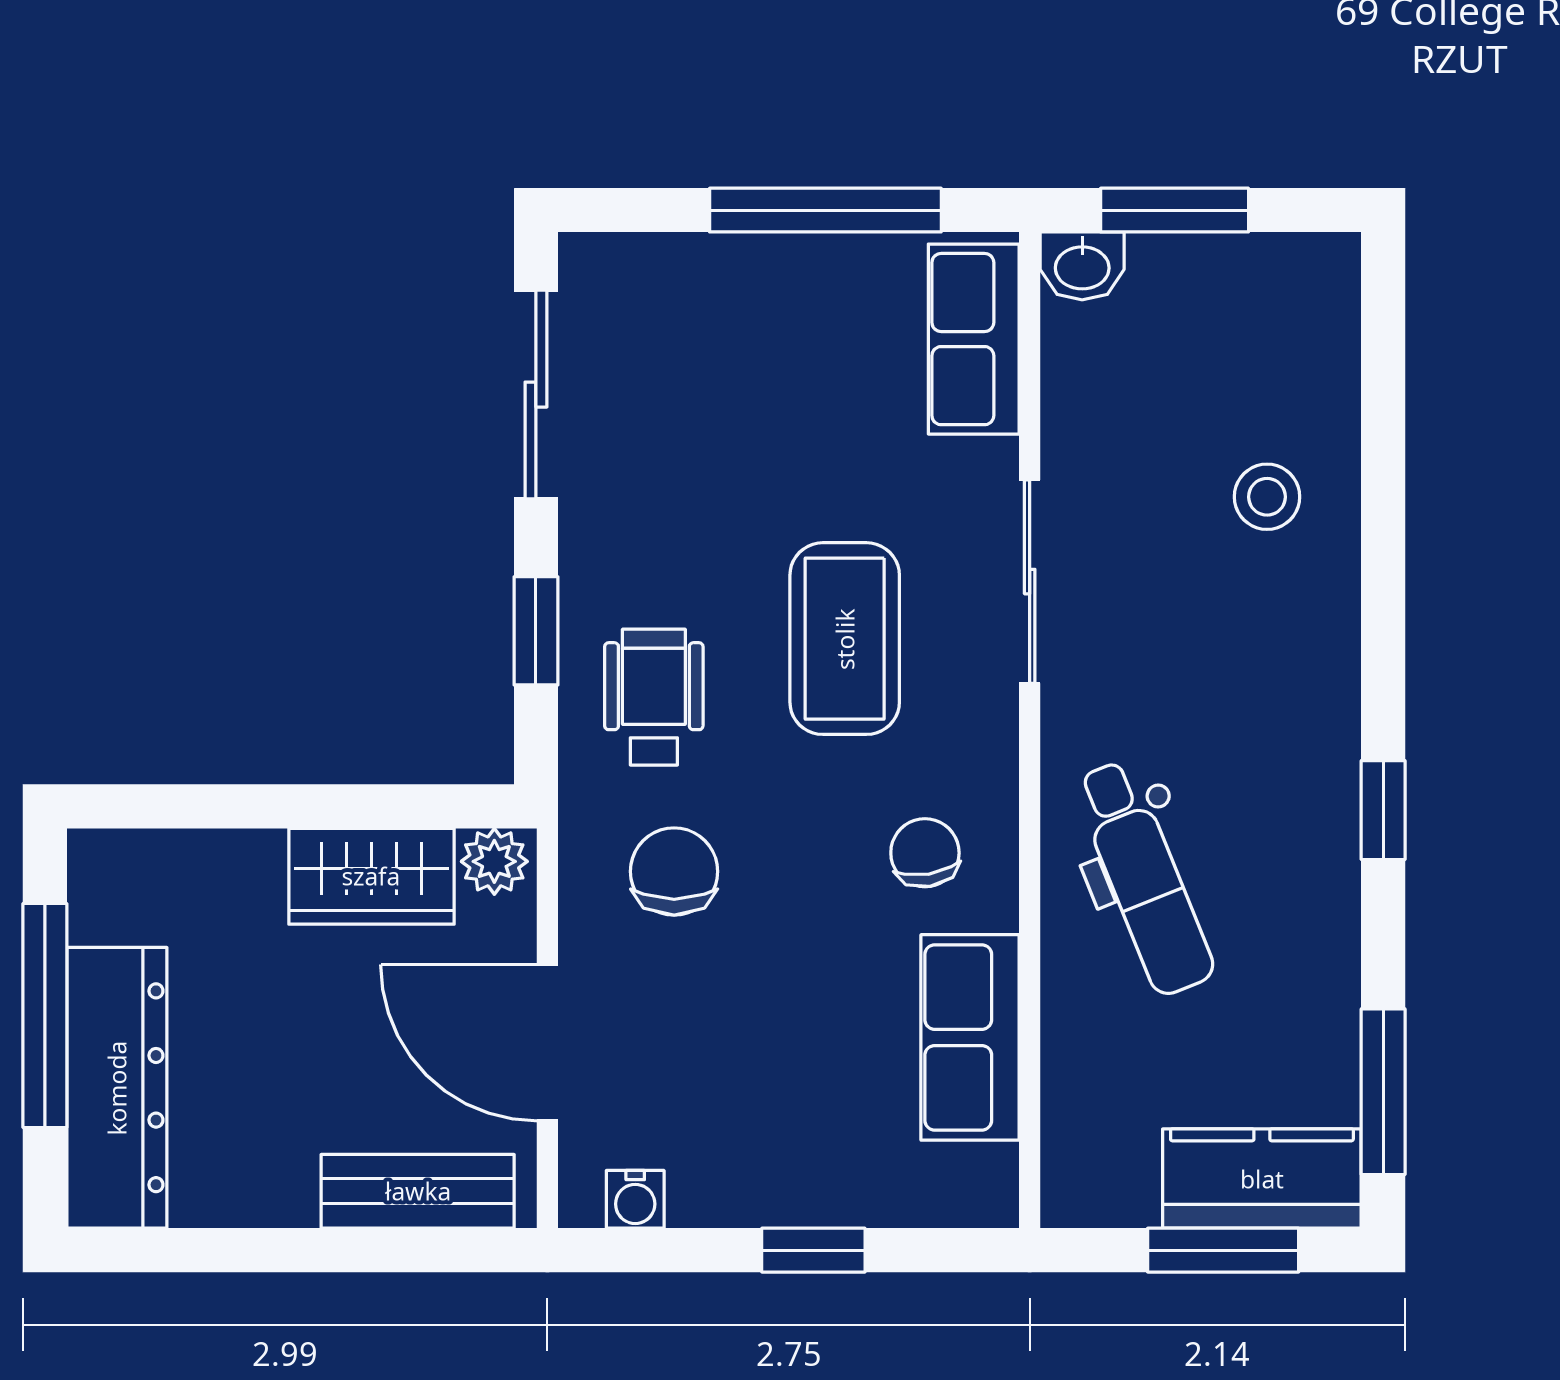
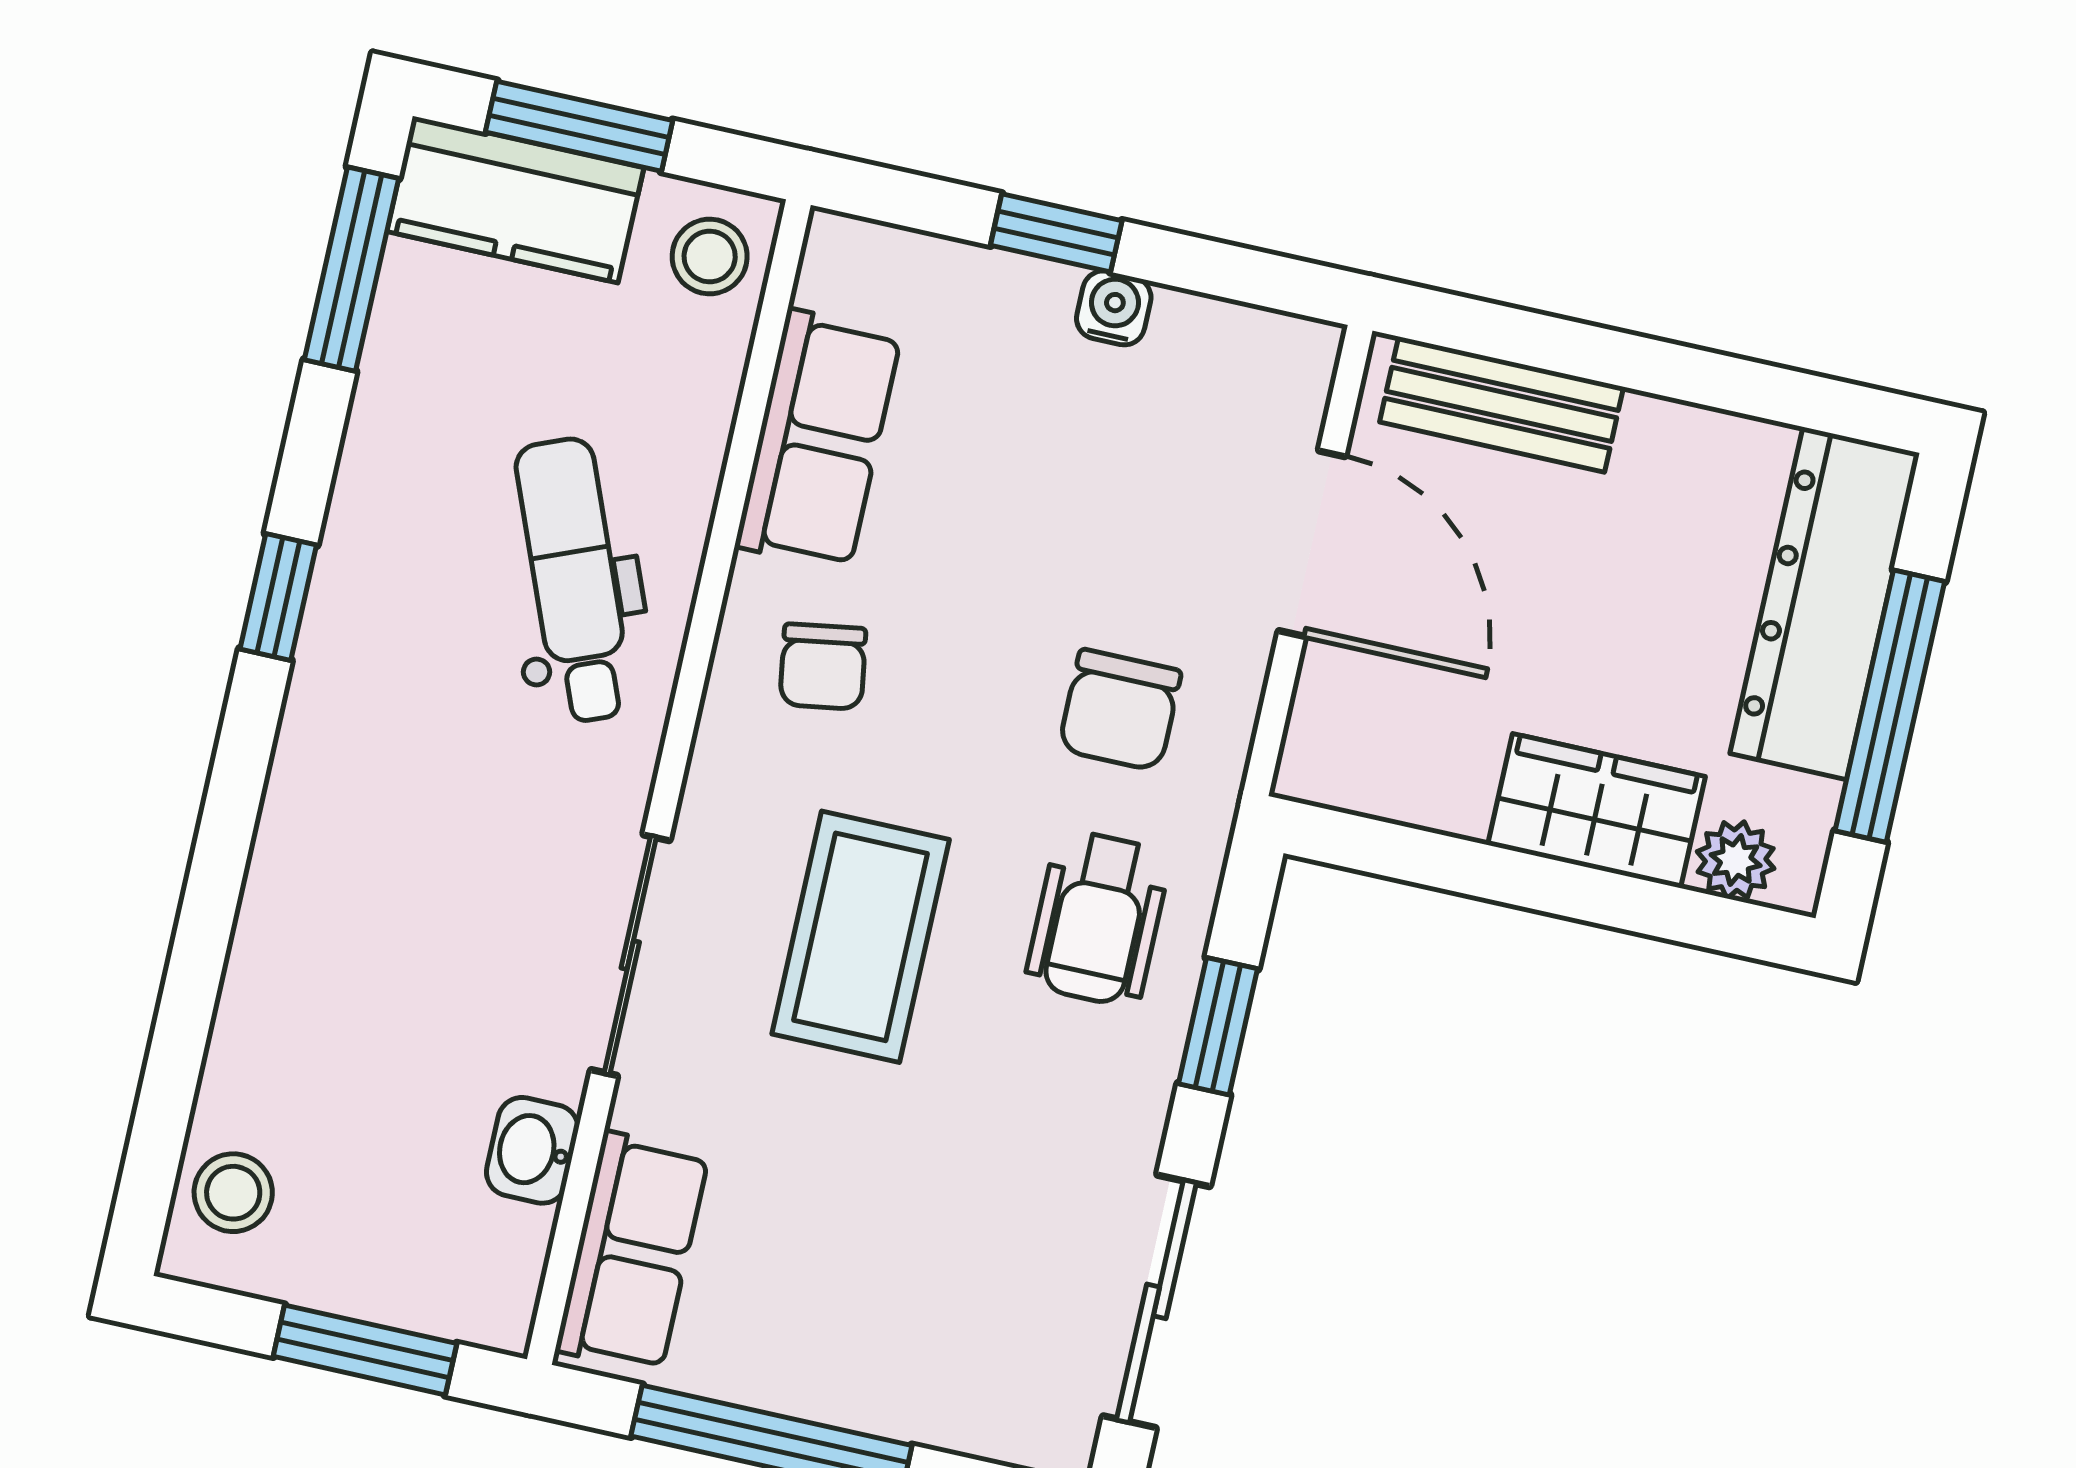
washbasin: (1082, 266) -> (532, 1150), moved, turned -90
stool: (1267, 497) -> (233, 1193), moved
plant: (494, 861) -> (1736, 860), moved
wardrobe: (371, 876) -> (1596, 811), moved
stool: (1093, 1167) -> (710, 257), added
water cooler: (635, 1199) -> (1114, 308), moved

